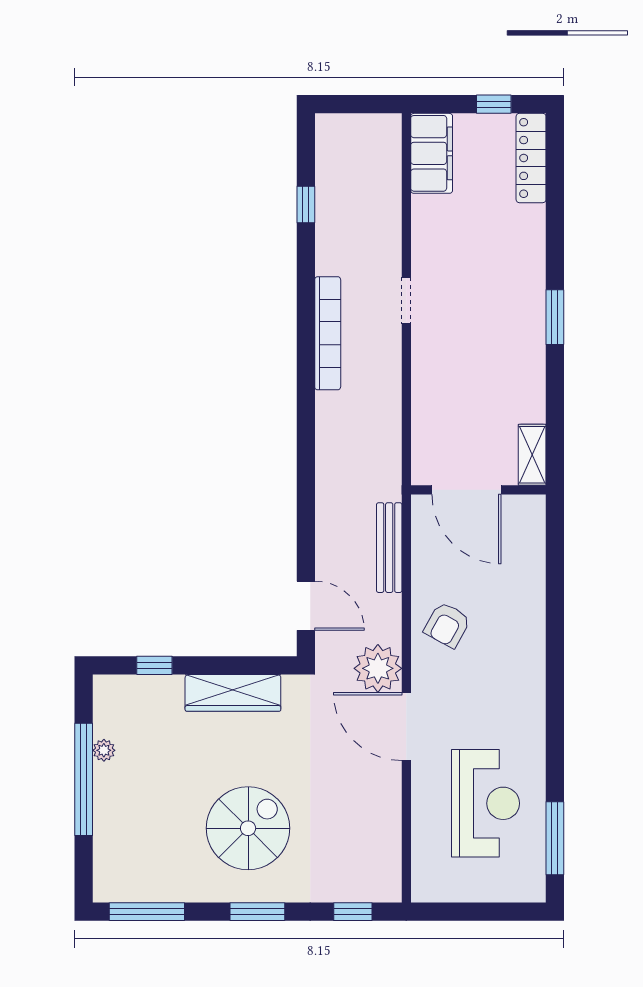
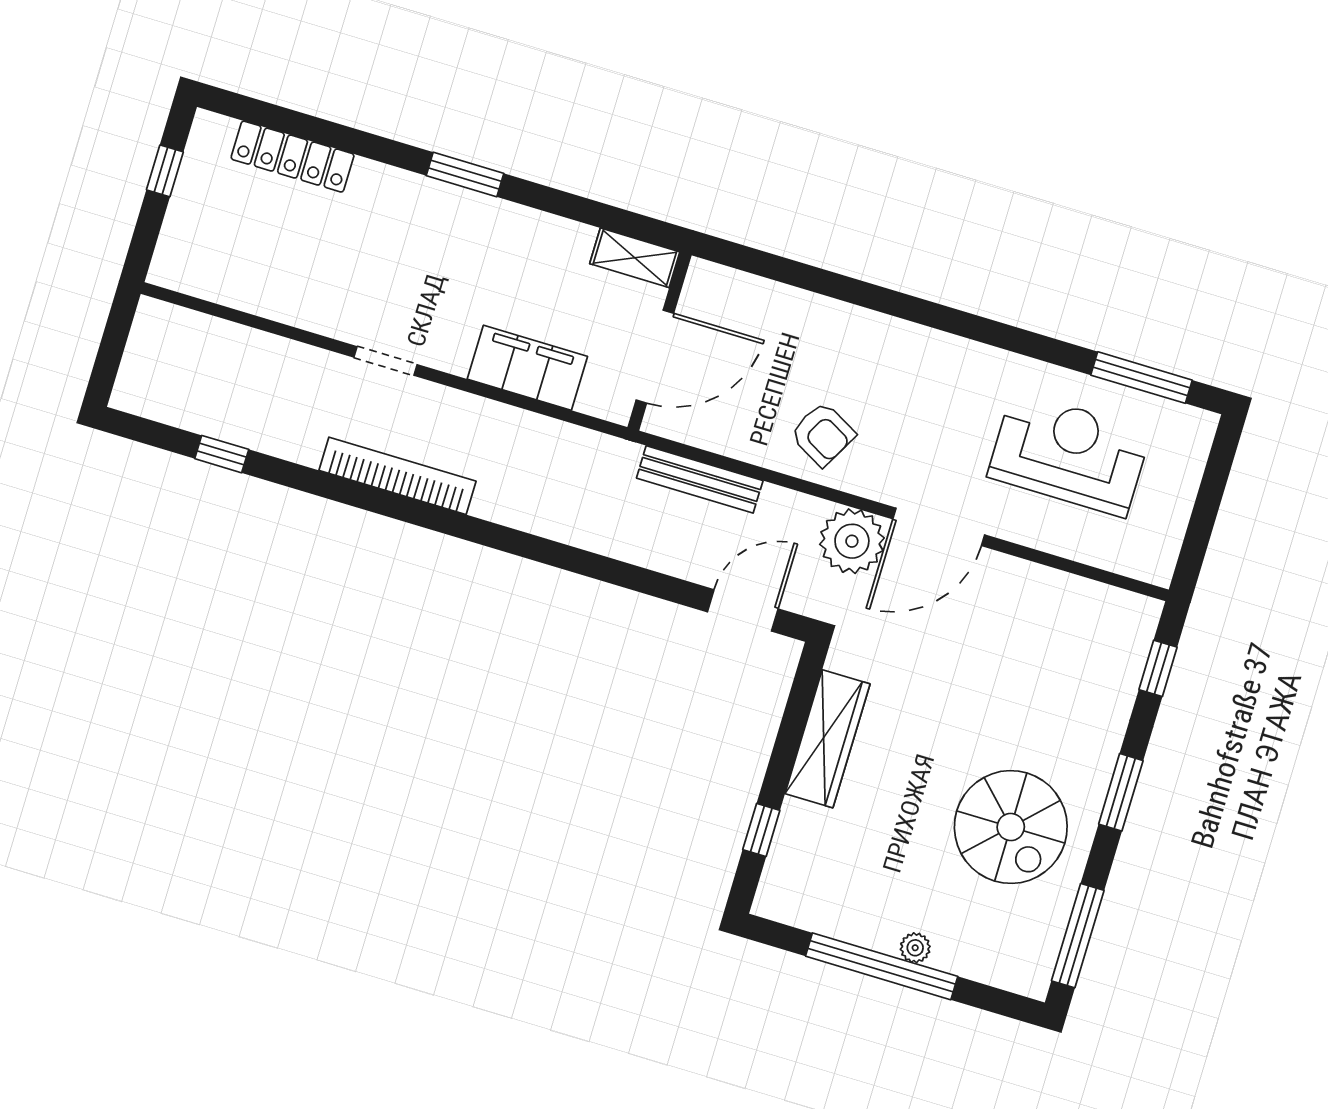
filing cabinet: (432, 153) -> (527, 368), moved
locker: (531, 158) -> (293, 157), moved
plant: (104, 750) -> (915, 948), moved
spiral stairs: (248, 828) -> (1011, 827), moved, turned 180

